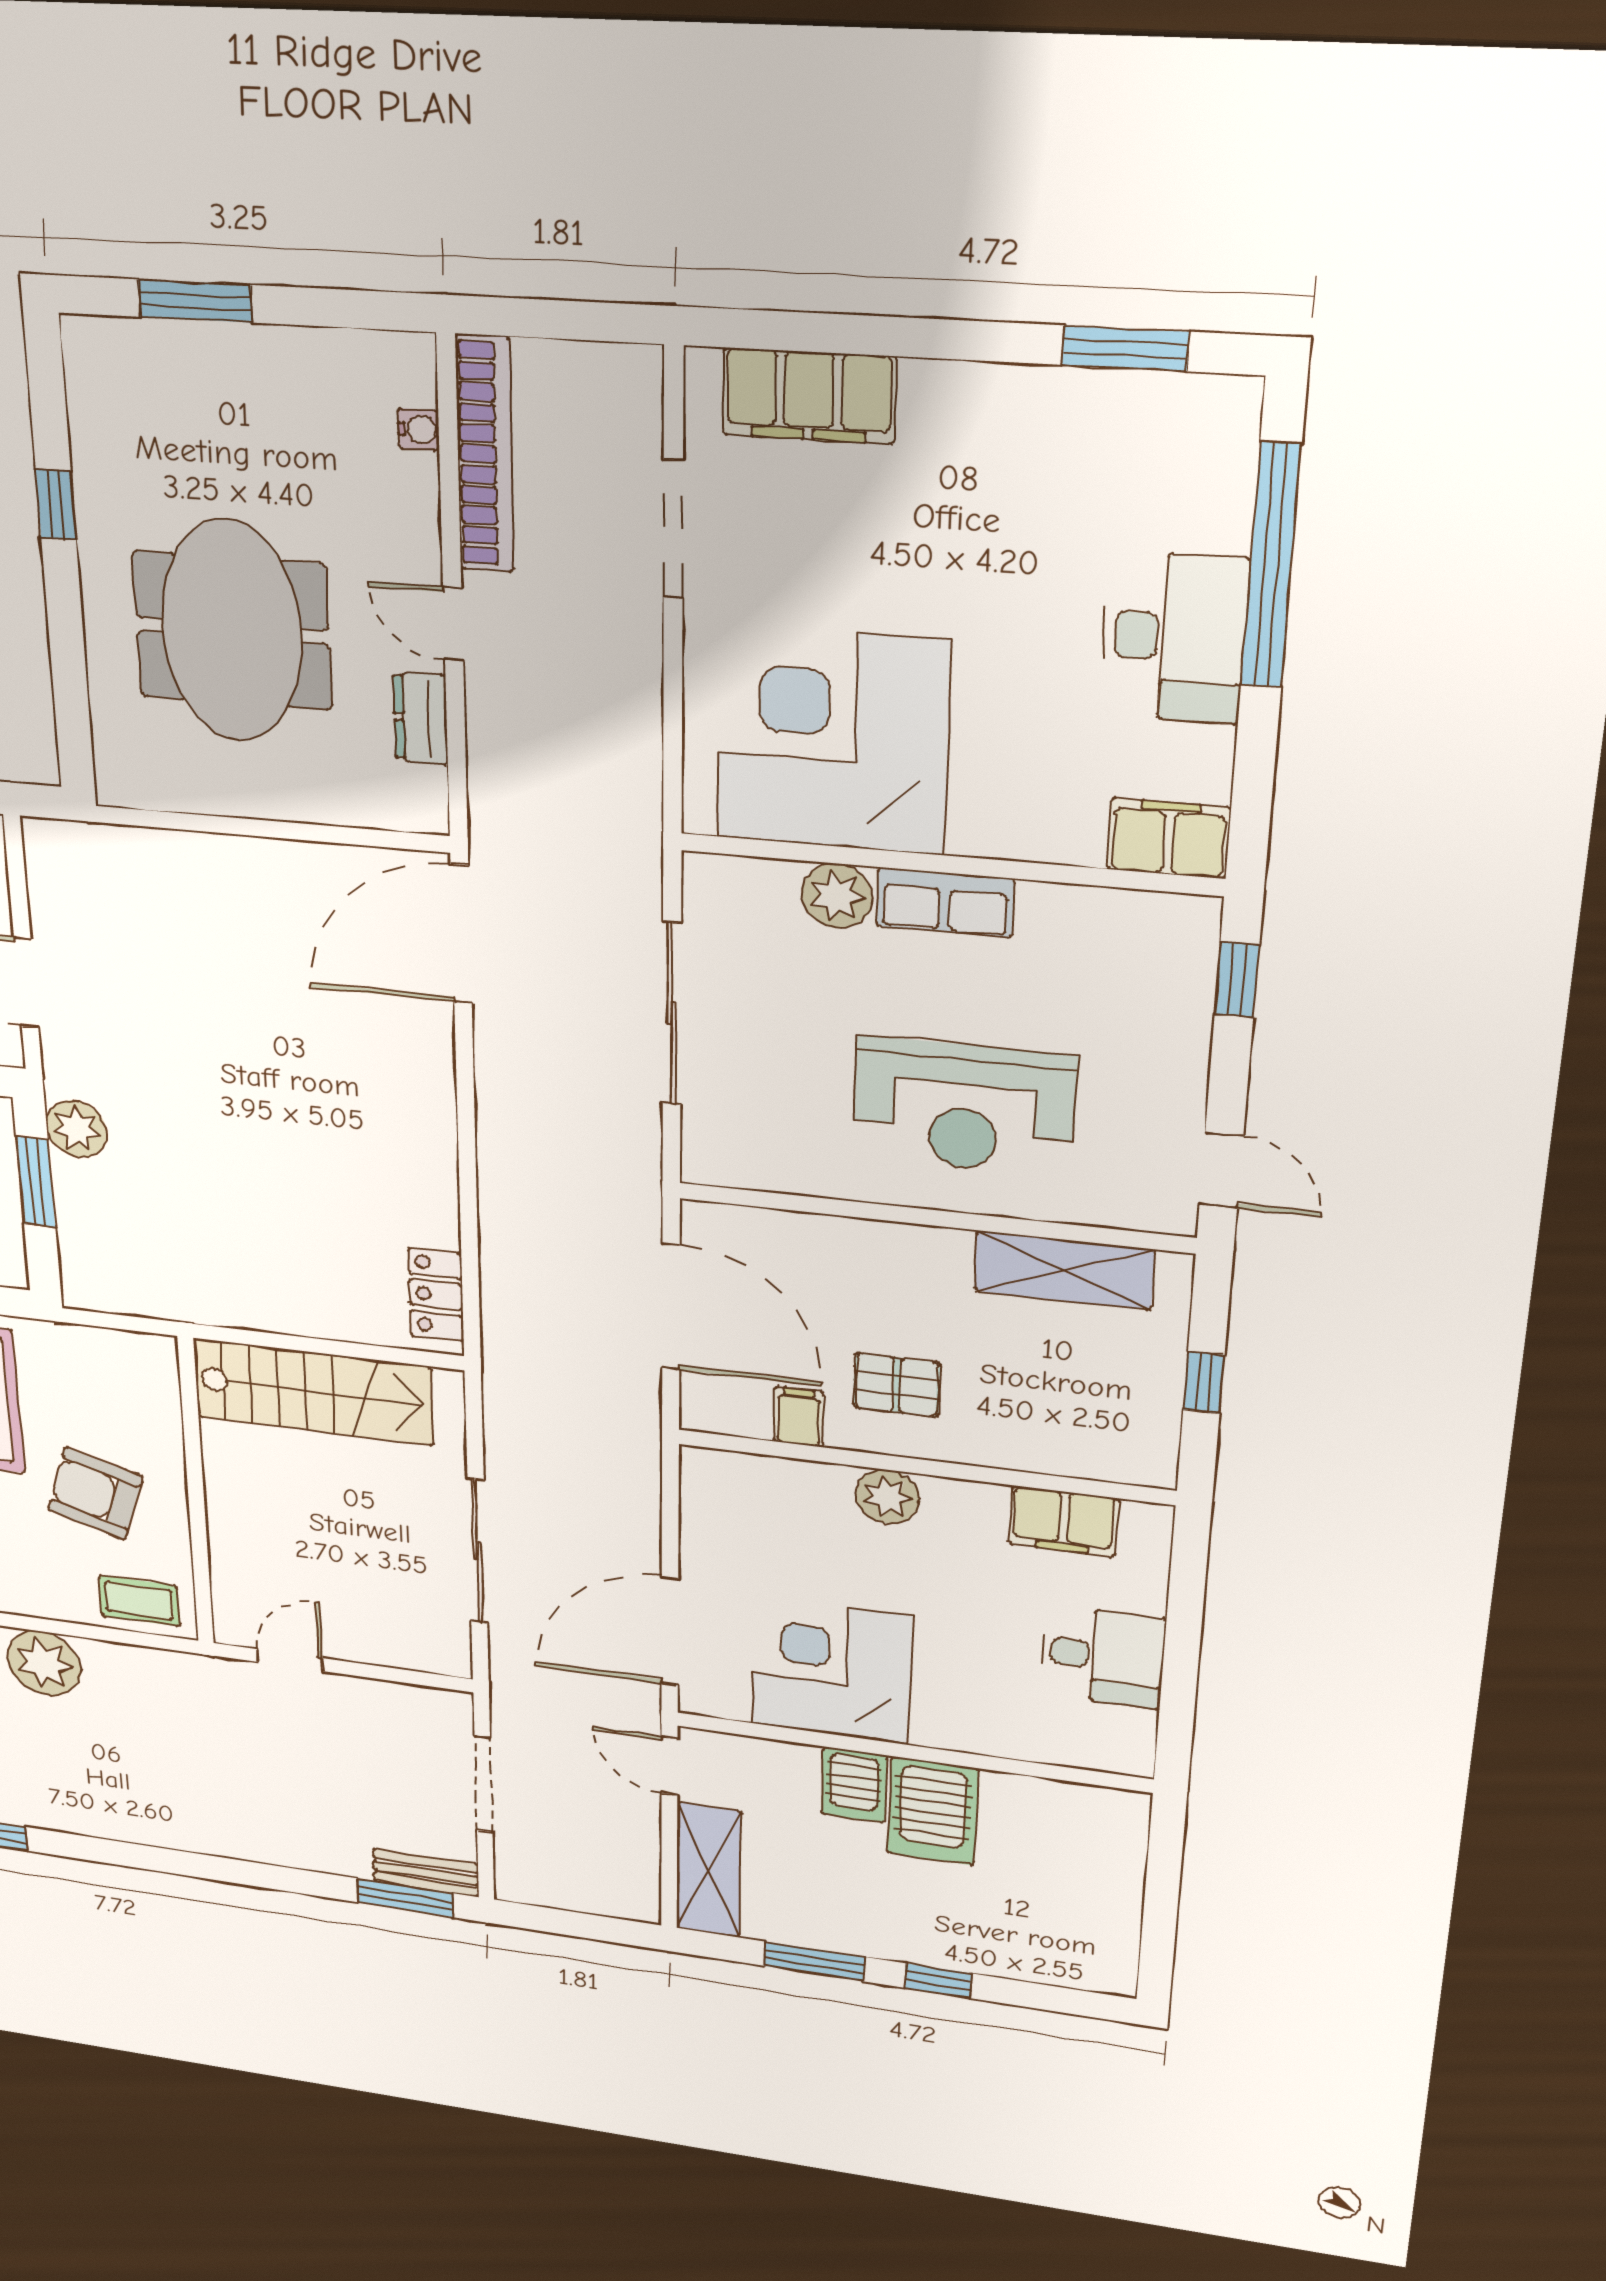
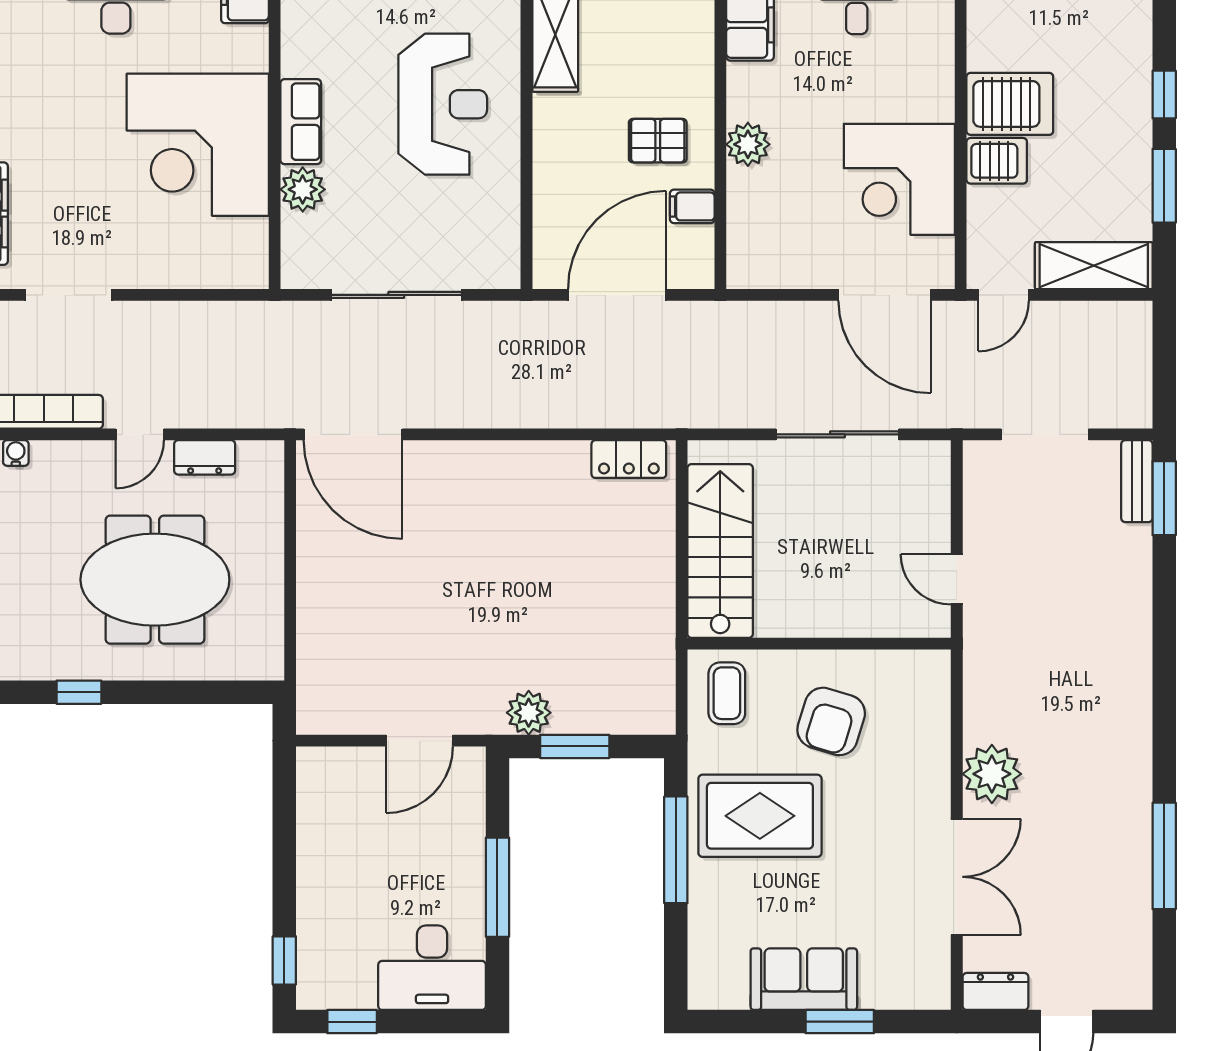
corner desk: (833, 740) -> (198, 145), moved
pallet: (897, 1385) -> (658, 141), turned 90
coffee table: (139, 1601) -> (727, 693), moved

